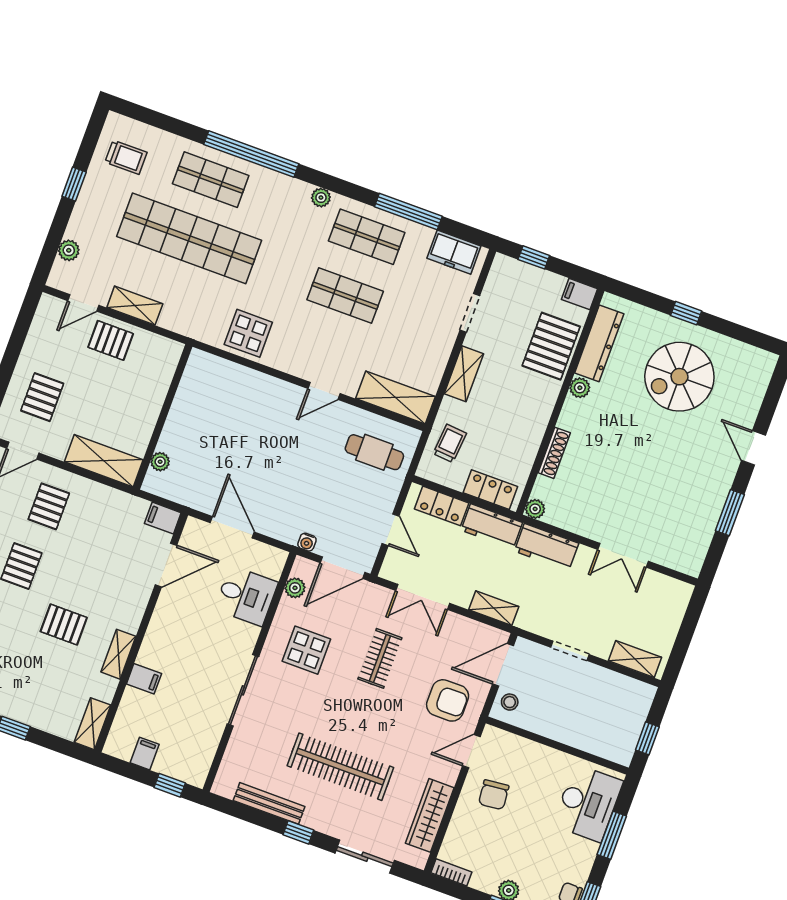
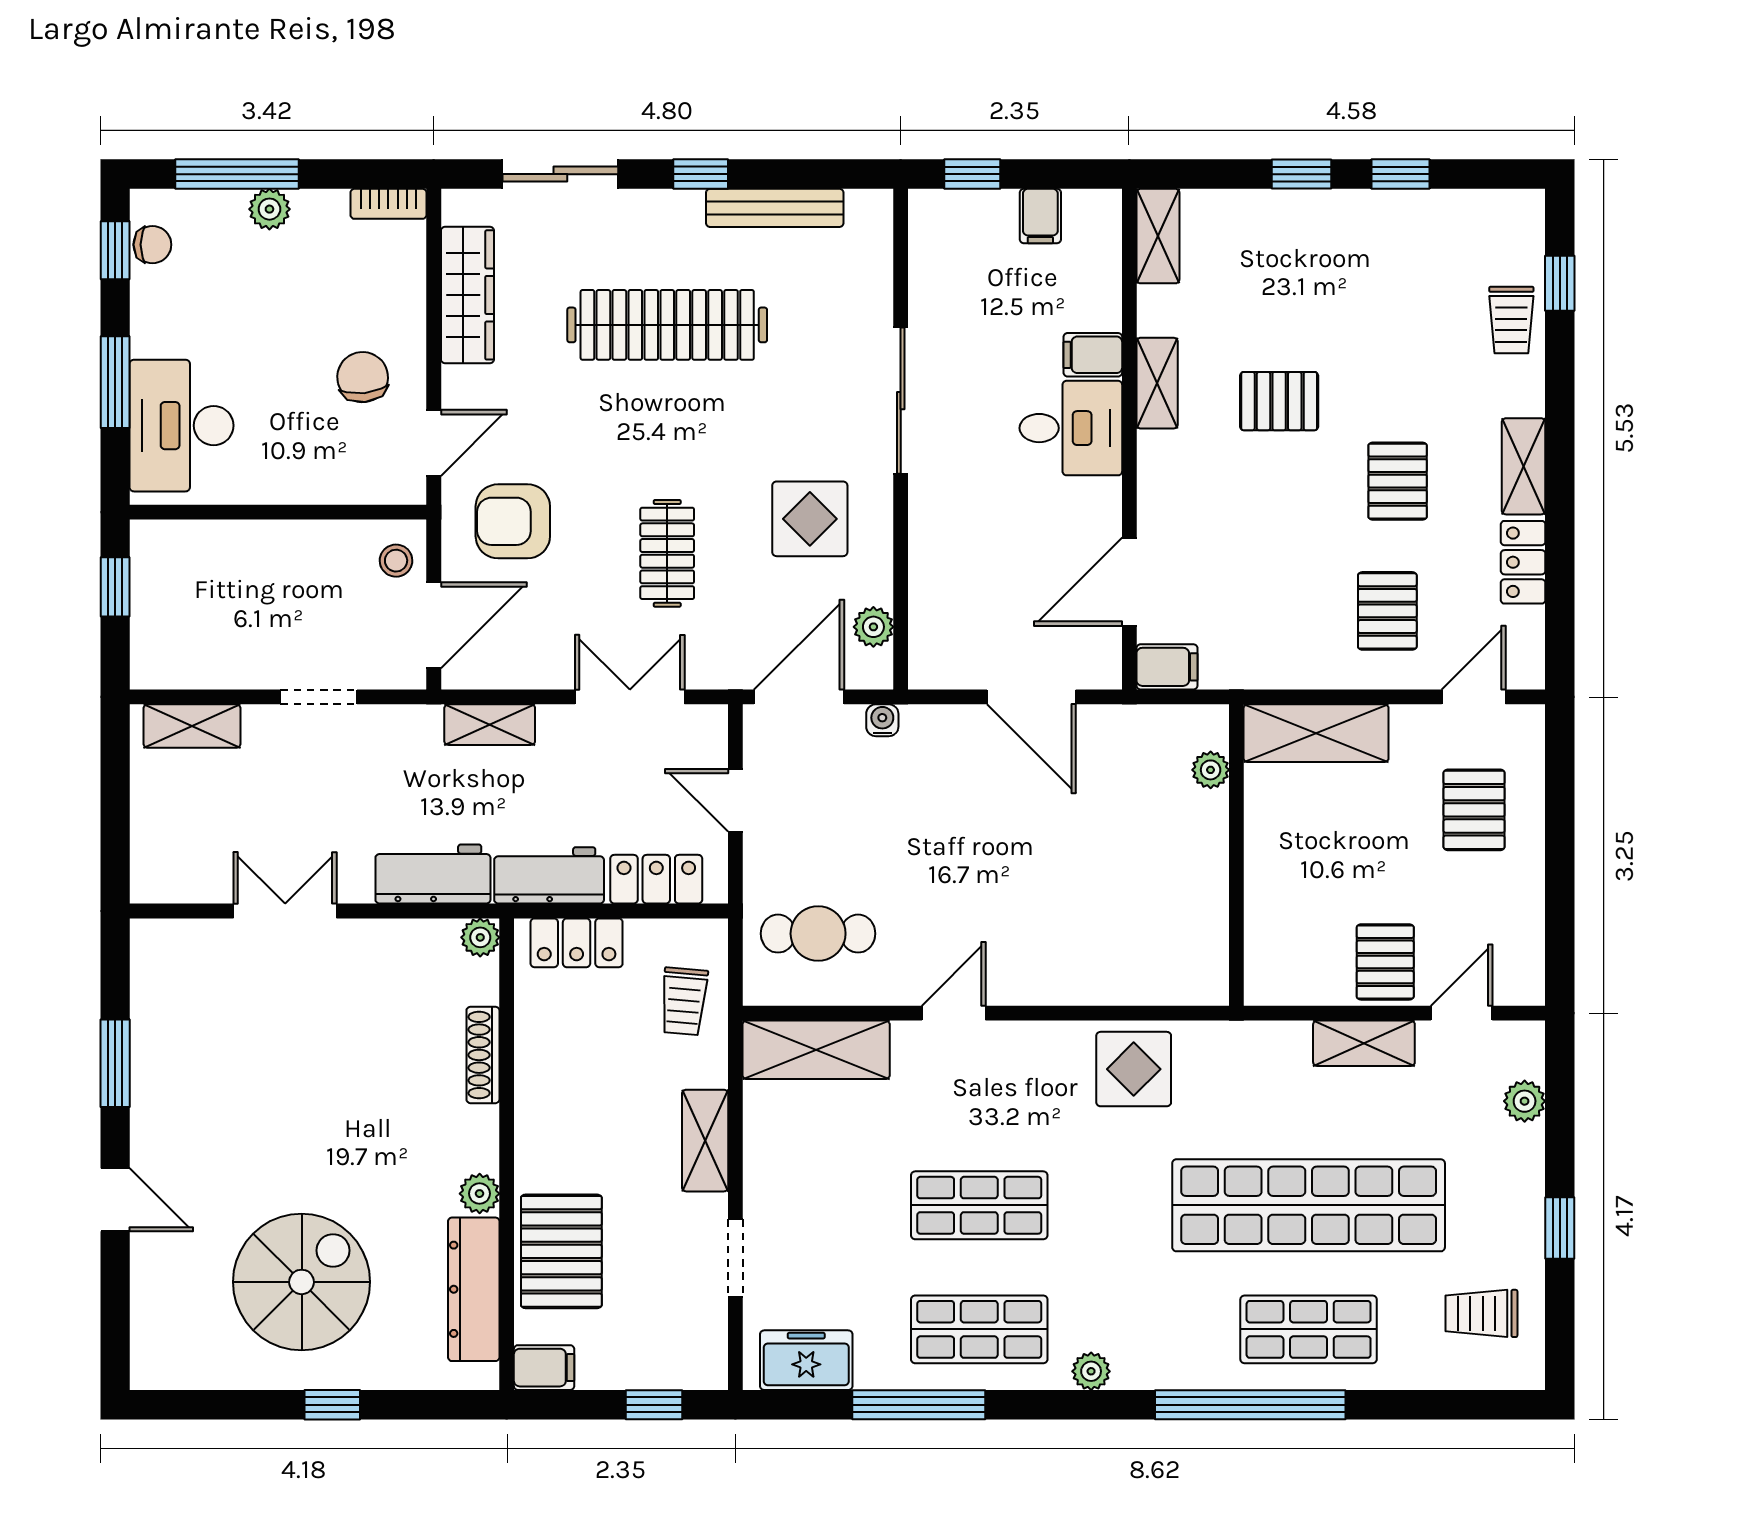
pallet: (111, 340) -> (1385, 962), turned 90
desk: (246, 596) -> (1071, 428), moved, turned 180

